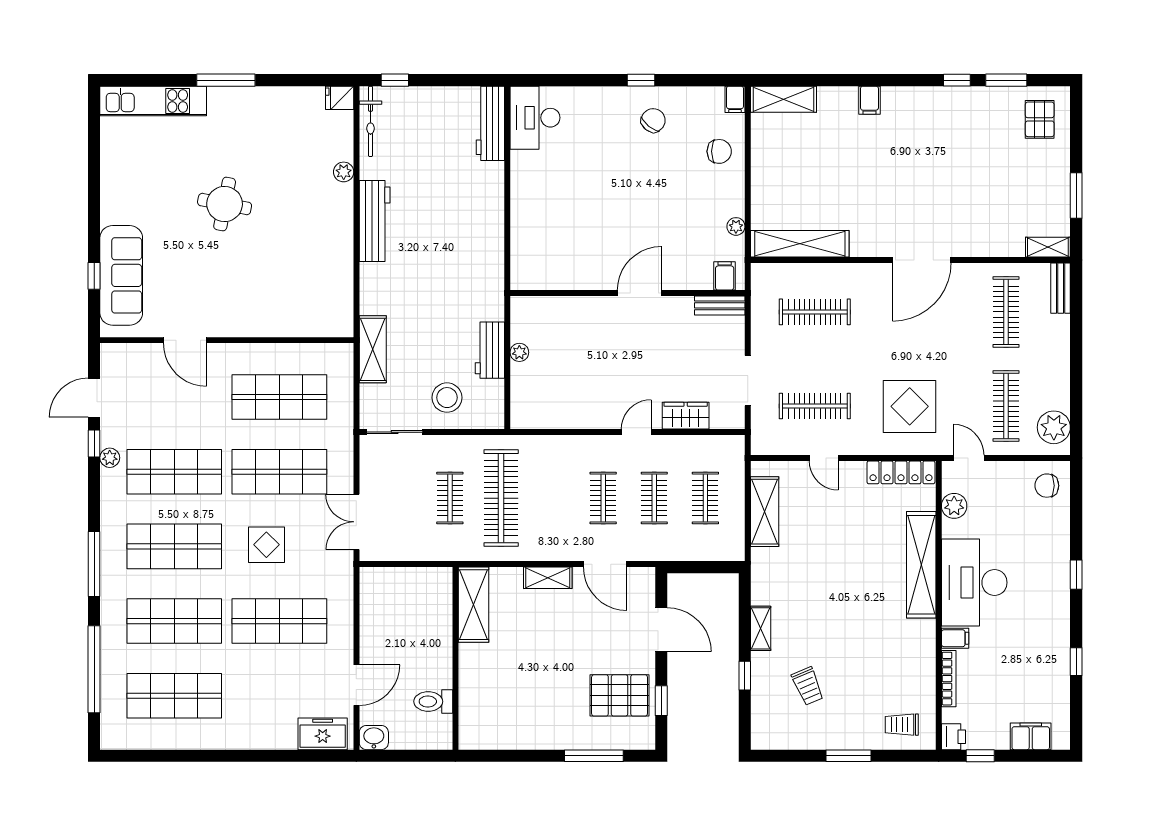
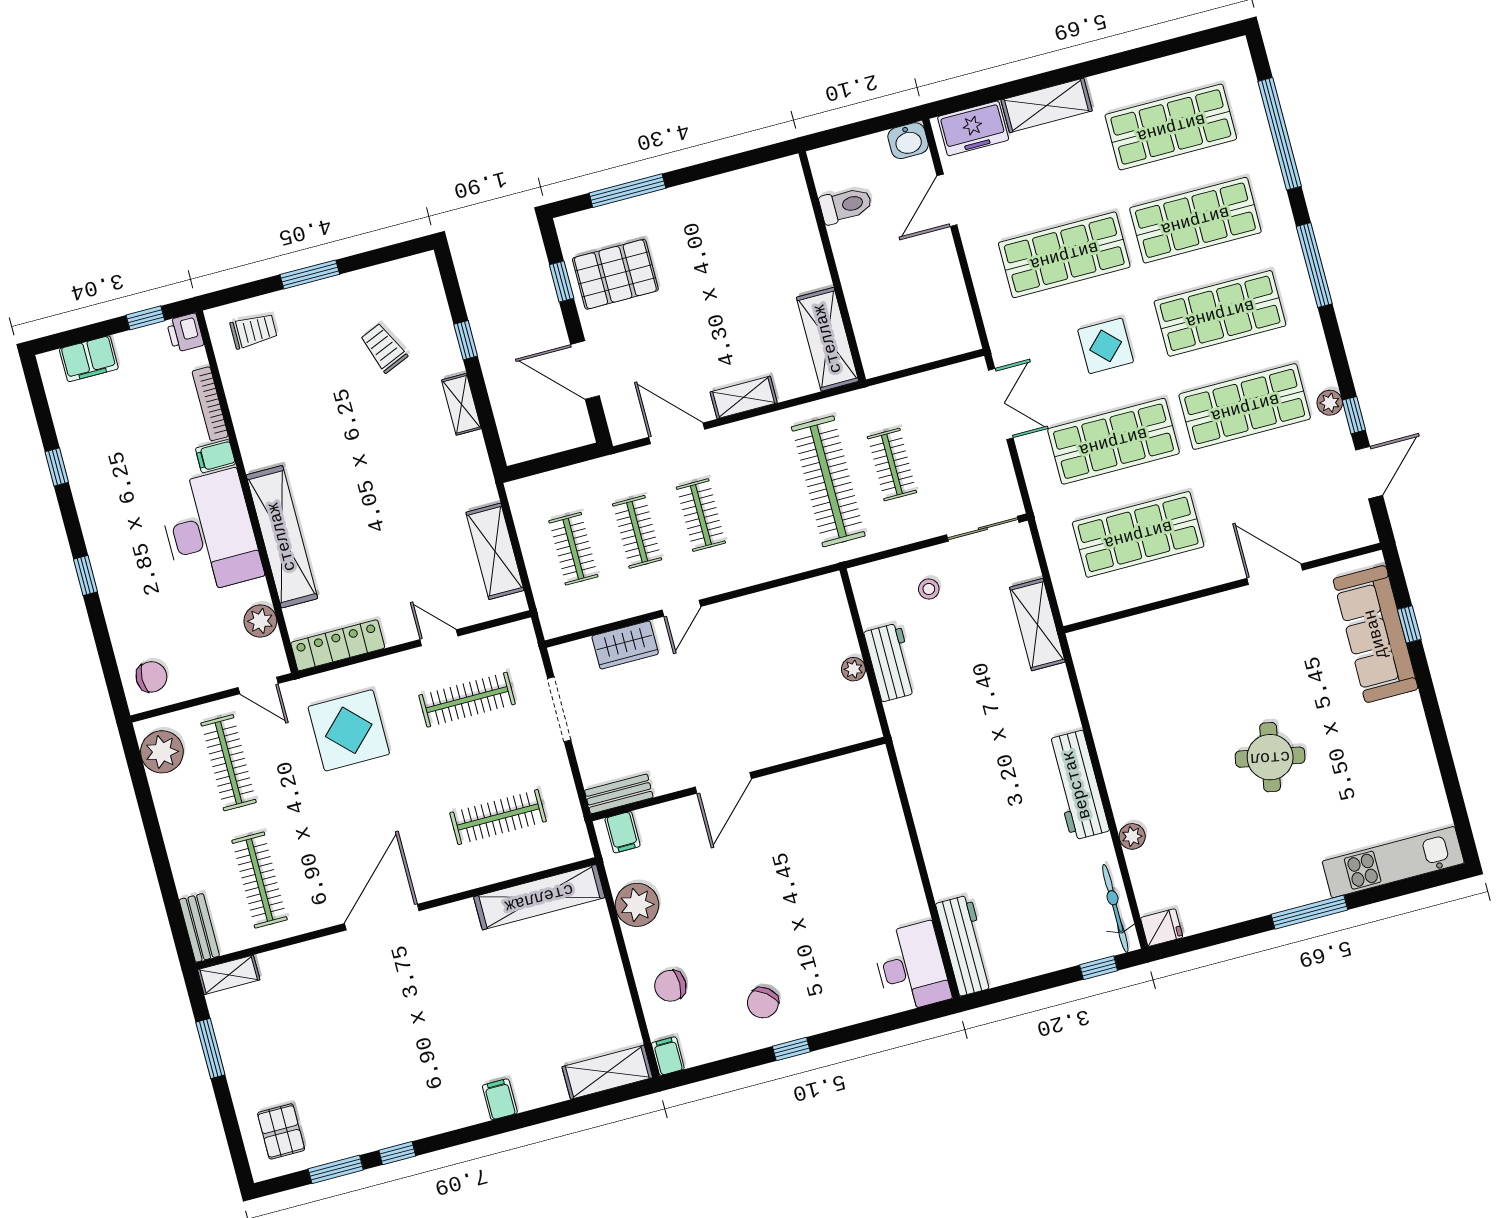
plant: (736, 226) -> (637, 905), width x1.88, depth x1.88
stool: (447, 398) -> (929, 589), width x0.53, depth x0.53
shelving: (263, 737) -> (1047, 105), added

